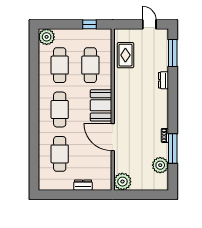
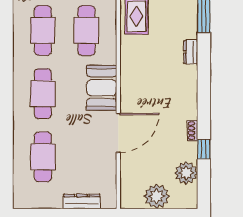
door: (113, 137) -> (118, 133), swing flipped
window: (173, 149) -> (204, 149), width x0.46
plant: (122, 182) -> (157, 196), moved
dresser: (83, 185) -> (82, 201), width x1.44

